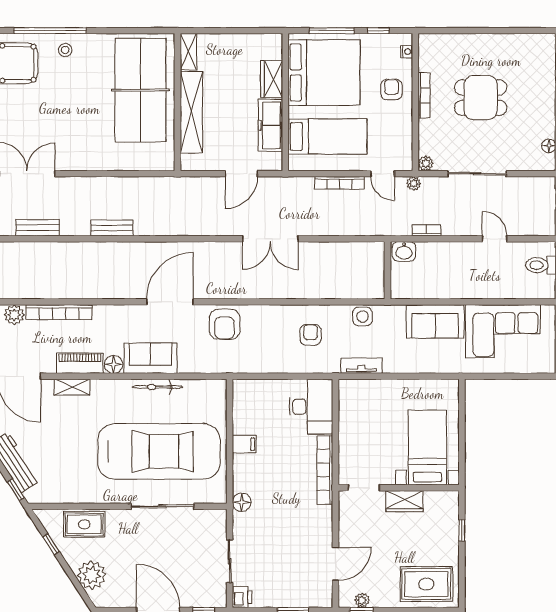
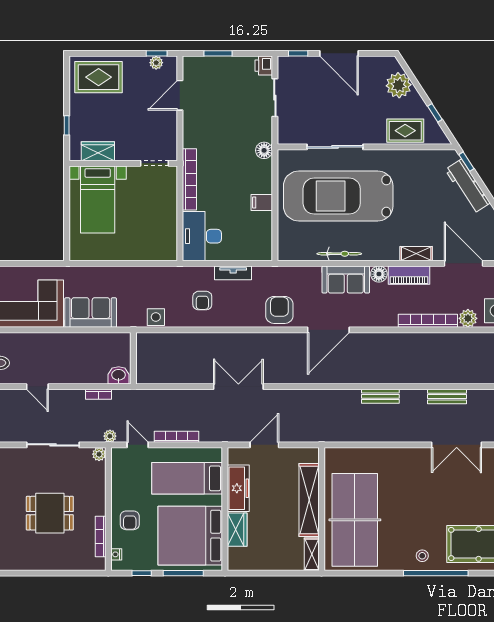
bookcase: (424, 95) -> (101, 537), moved
tv unit: (361, 366) -> (233, 273), moved
wardrobe: (405, 501) -> (98, 151), moved

